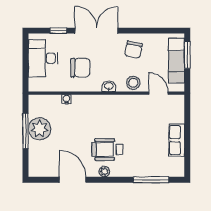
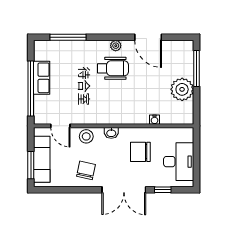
window: (187, 130) -> (31, 88), added
window: (26, 131) -> (196, 68), moved

